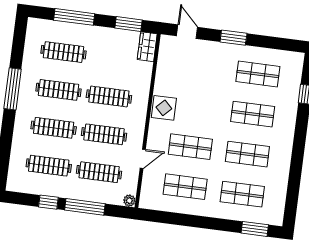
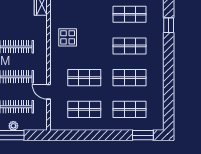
display table: (164, 108) -> (68, 37), moved
door: (143, 159) -> (49, 92), swing flipped
plant: (129, 201) -> (13, 126), moved

